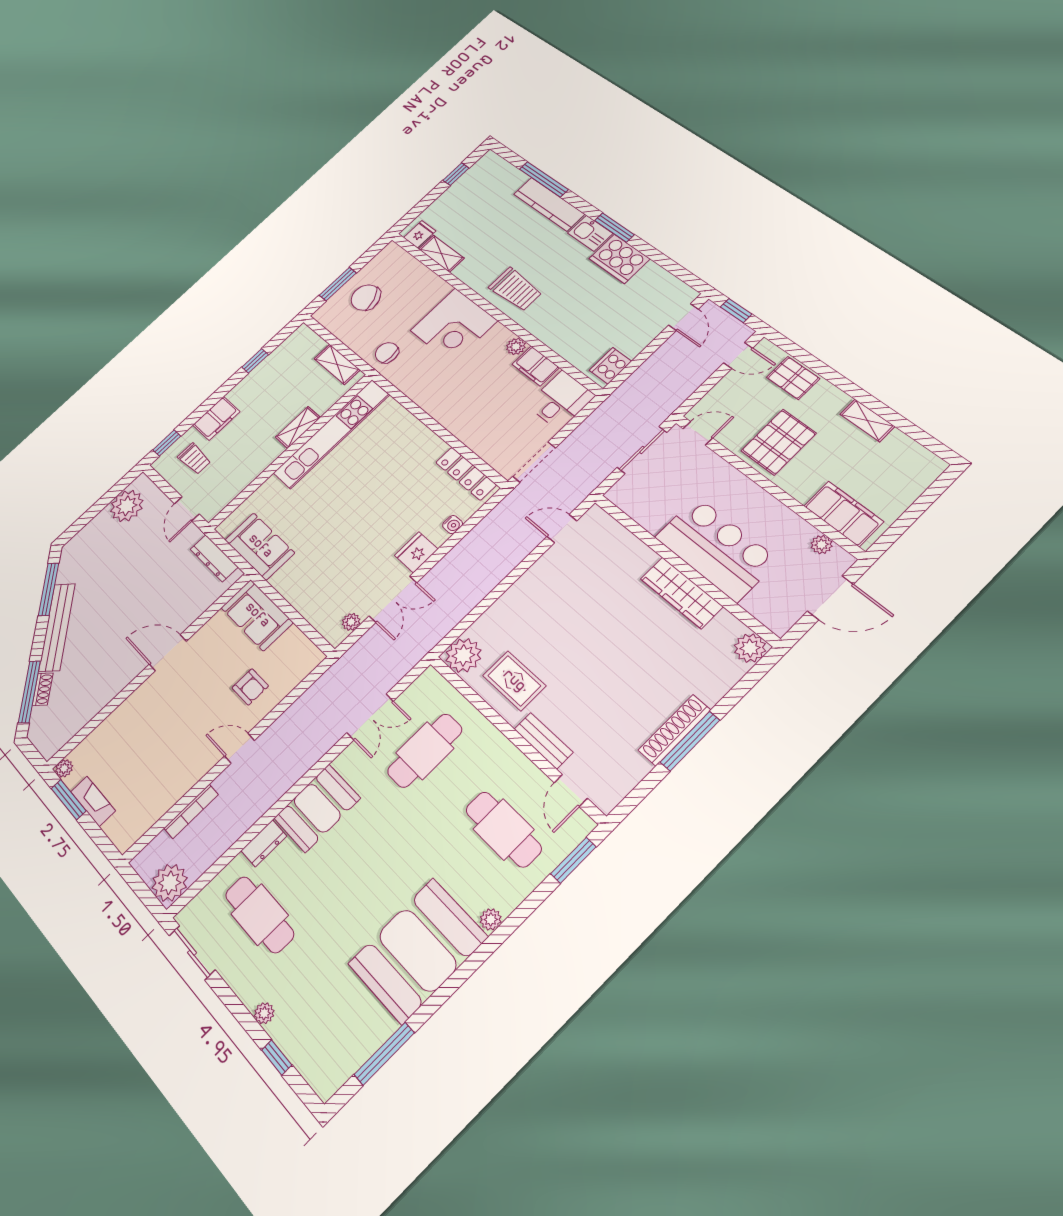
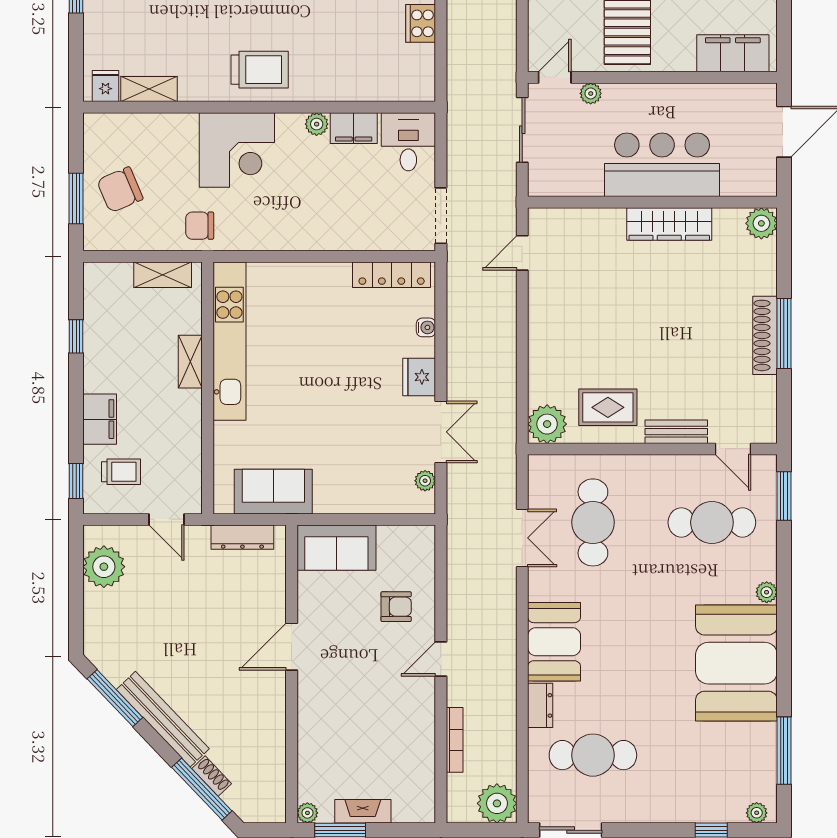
cooker: (610, 366) -> (421, 23), moved
plant: (821, 545) -> (591, 93), moved
plant: (264, 1013) -> (757, 813), moved

